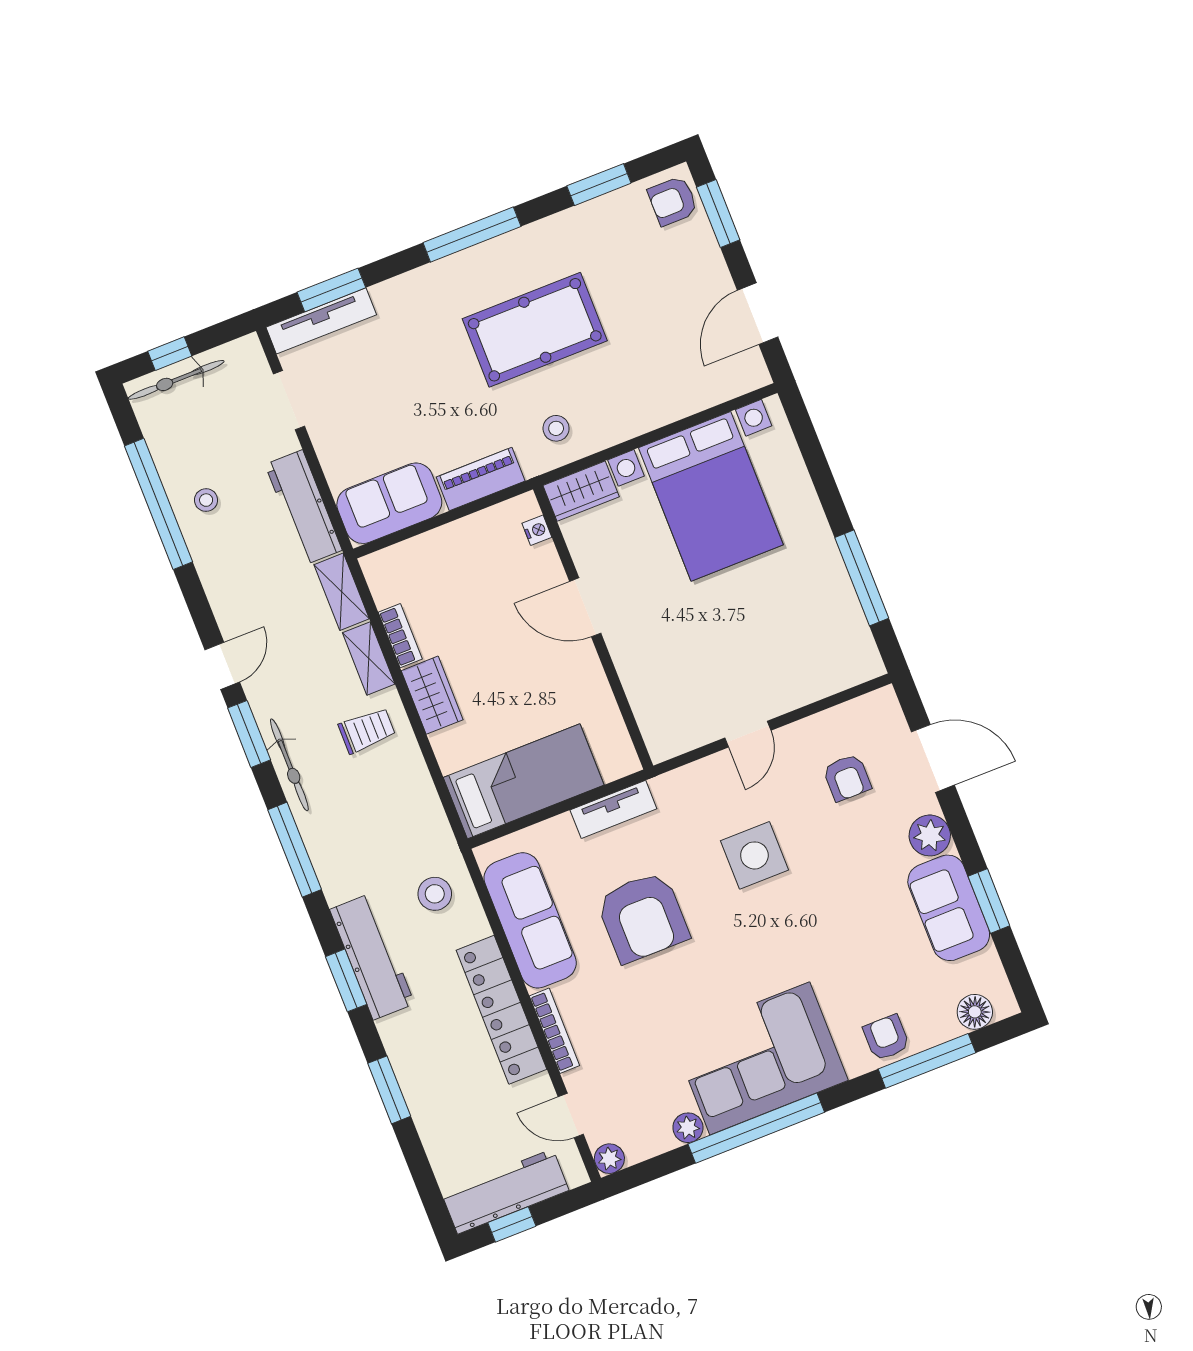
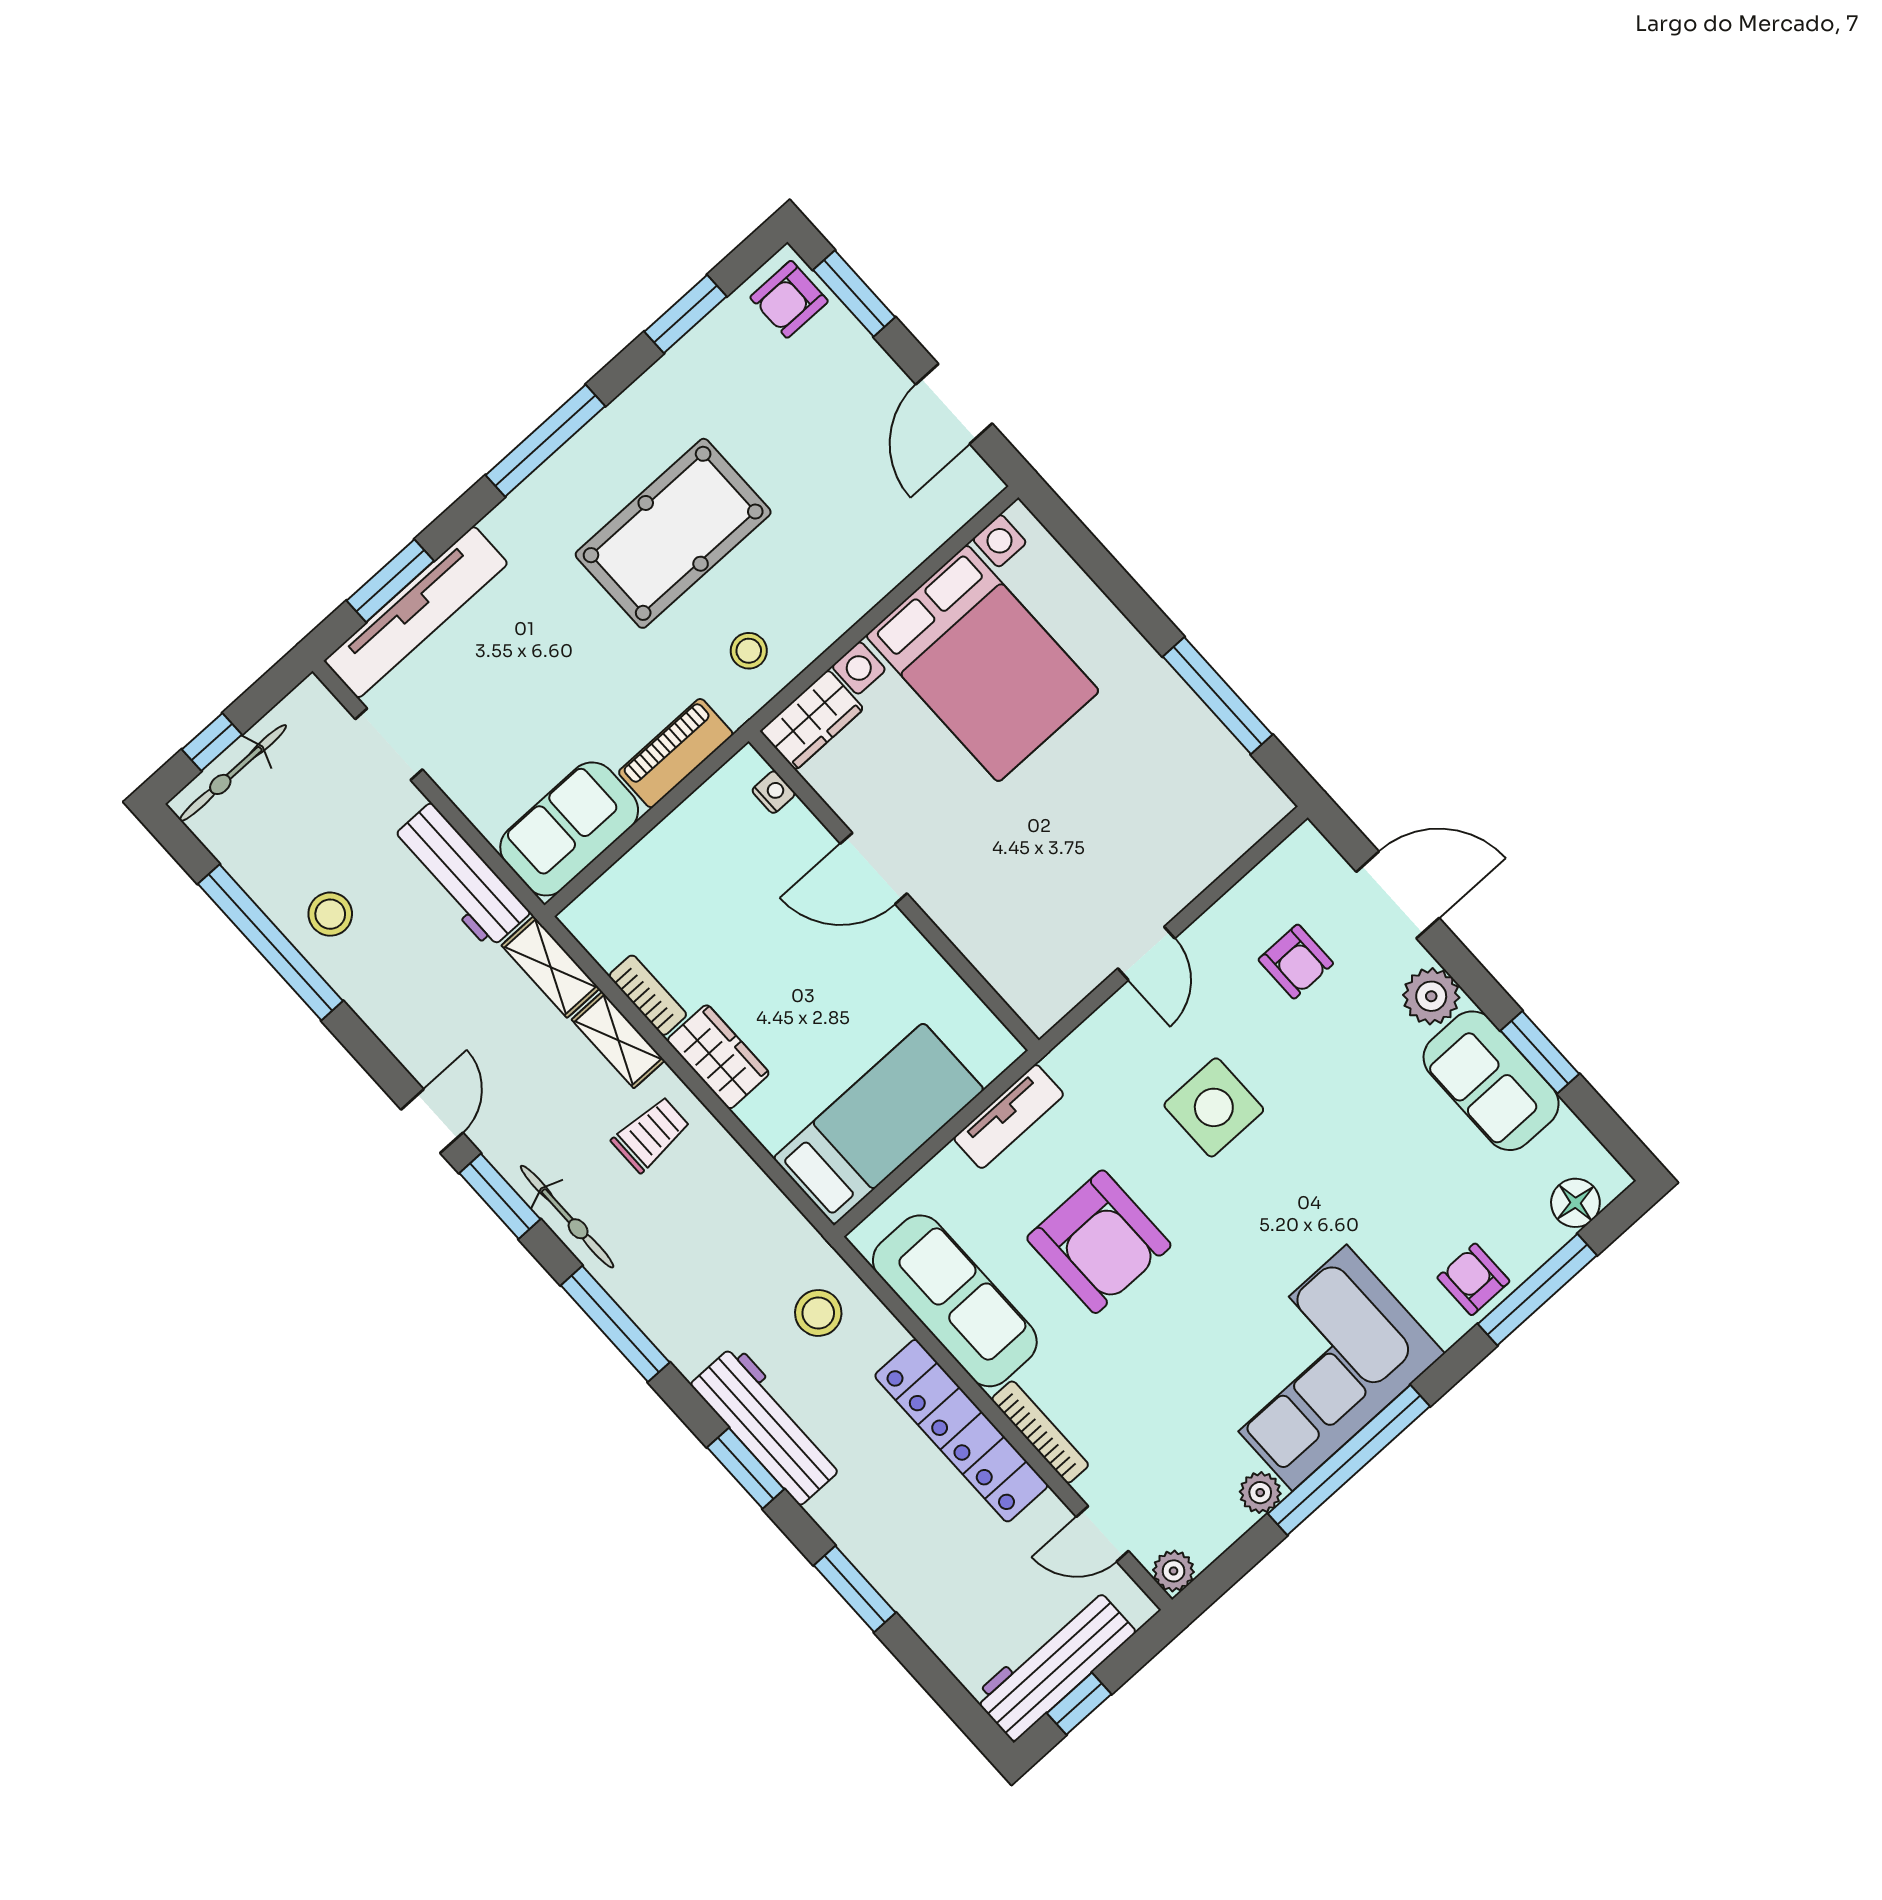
tv unit: (321, 321) -> (416, 612), width x1.36, depth x1.29
stool: (206, 500) -> (330, 914), width x1.37, depth x1.37

